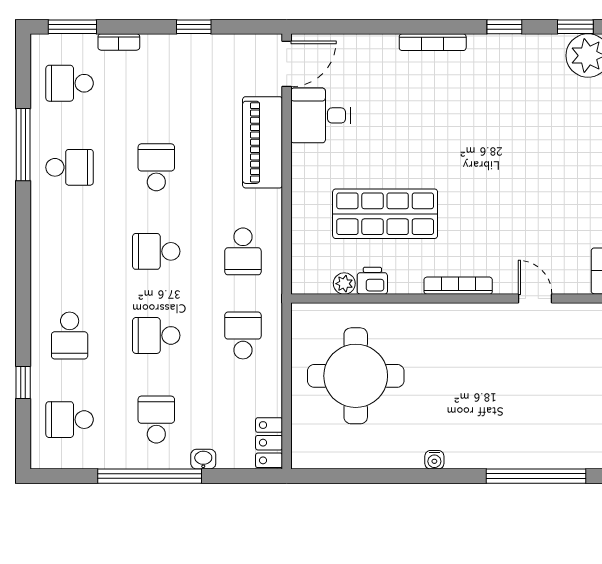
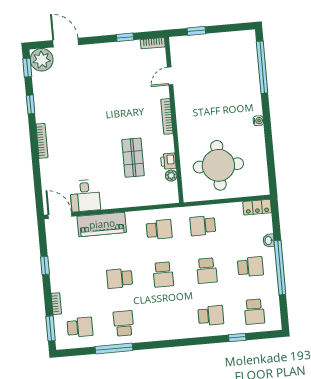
school desk: (70, 83) -> (80, 327), turned -90
shop shelf: (385, 214) -> (133, 158), width x0.70, depth x0.74
school desk: (156, 420) -> (250, 267), turned 180

